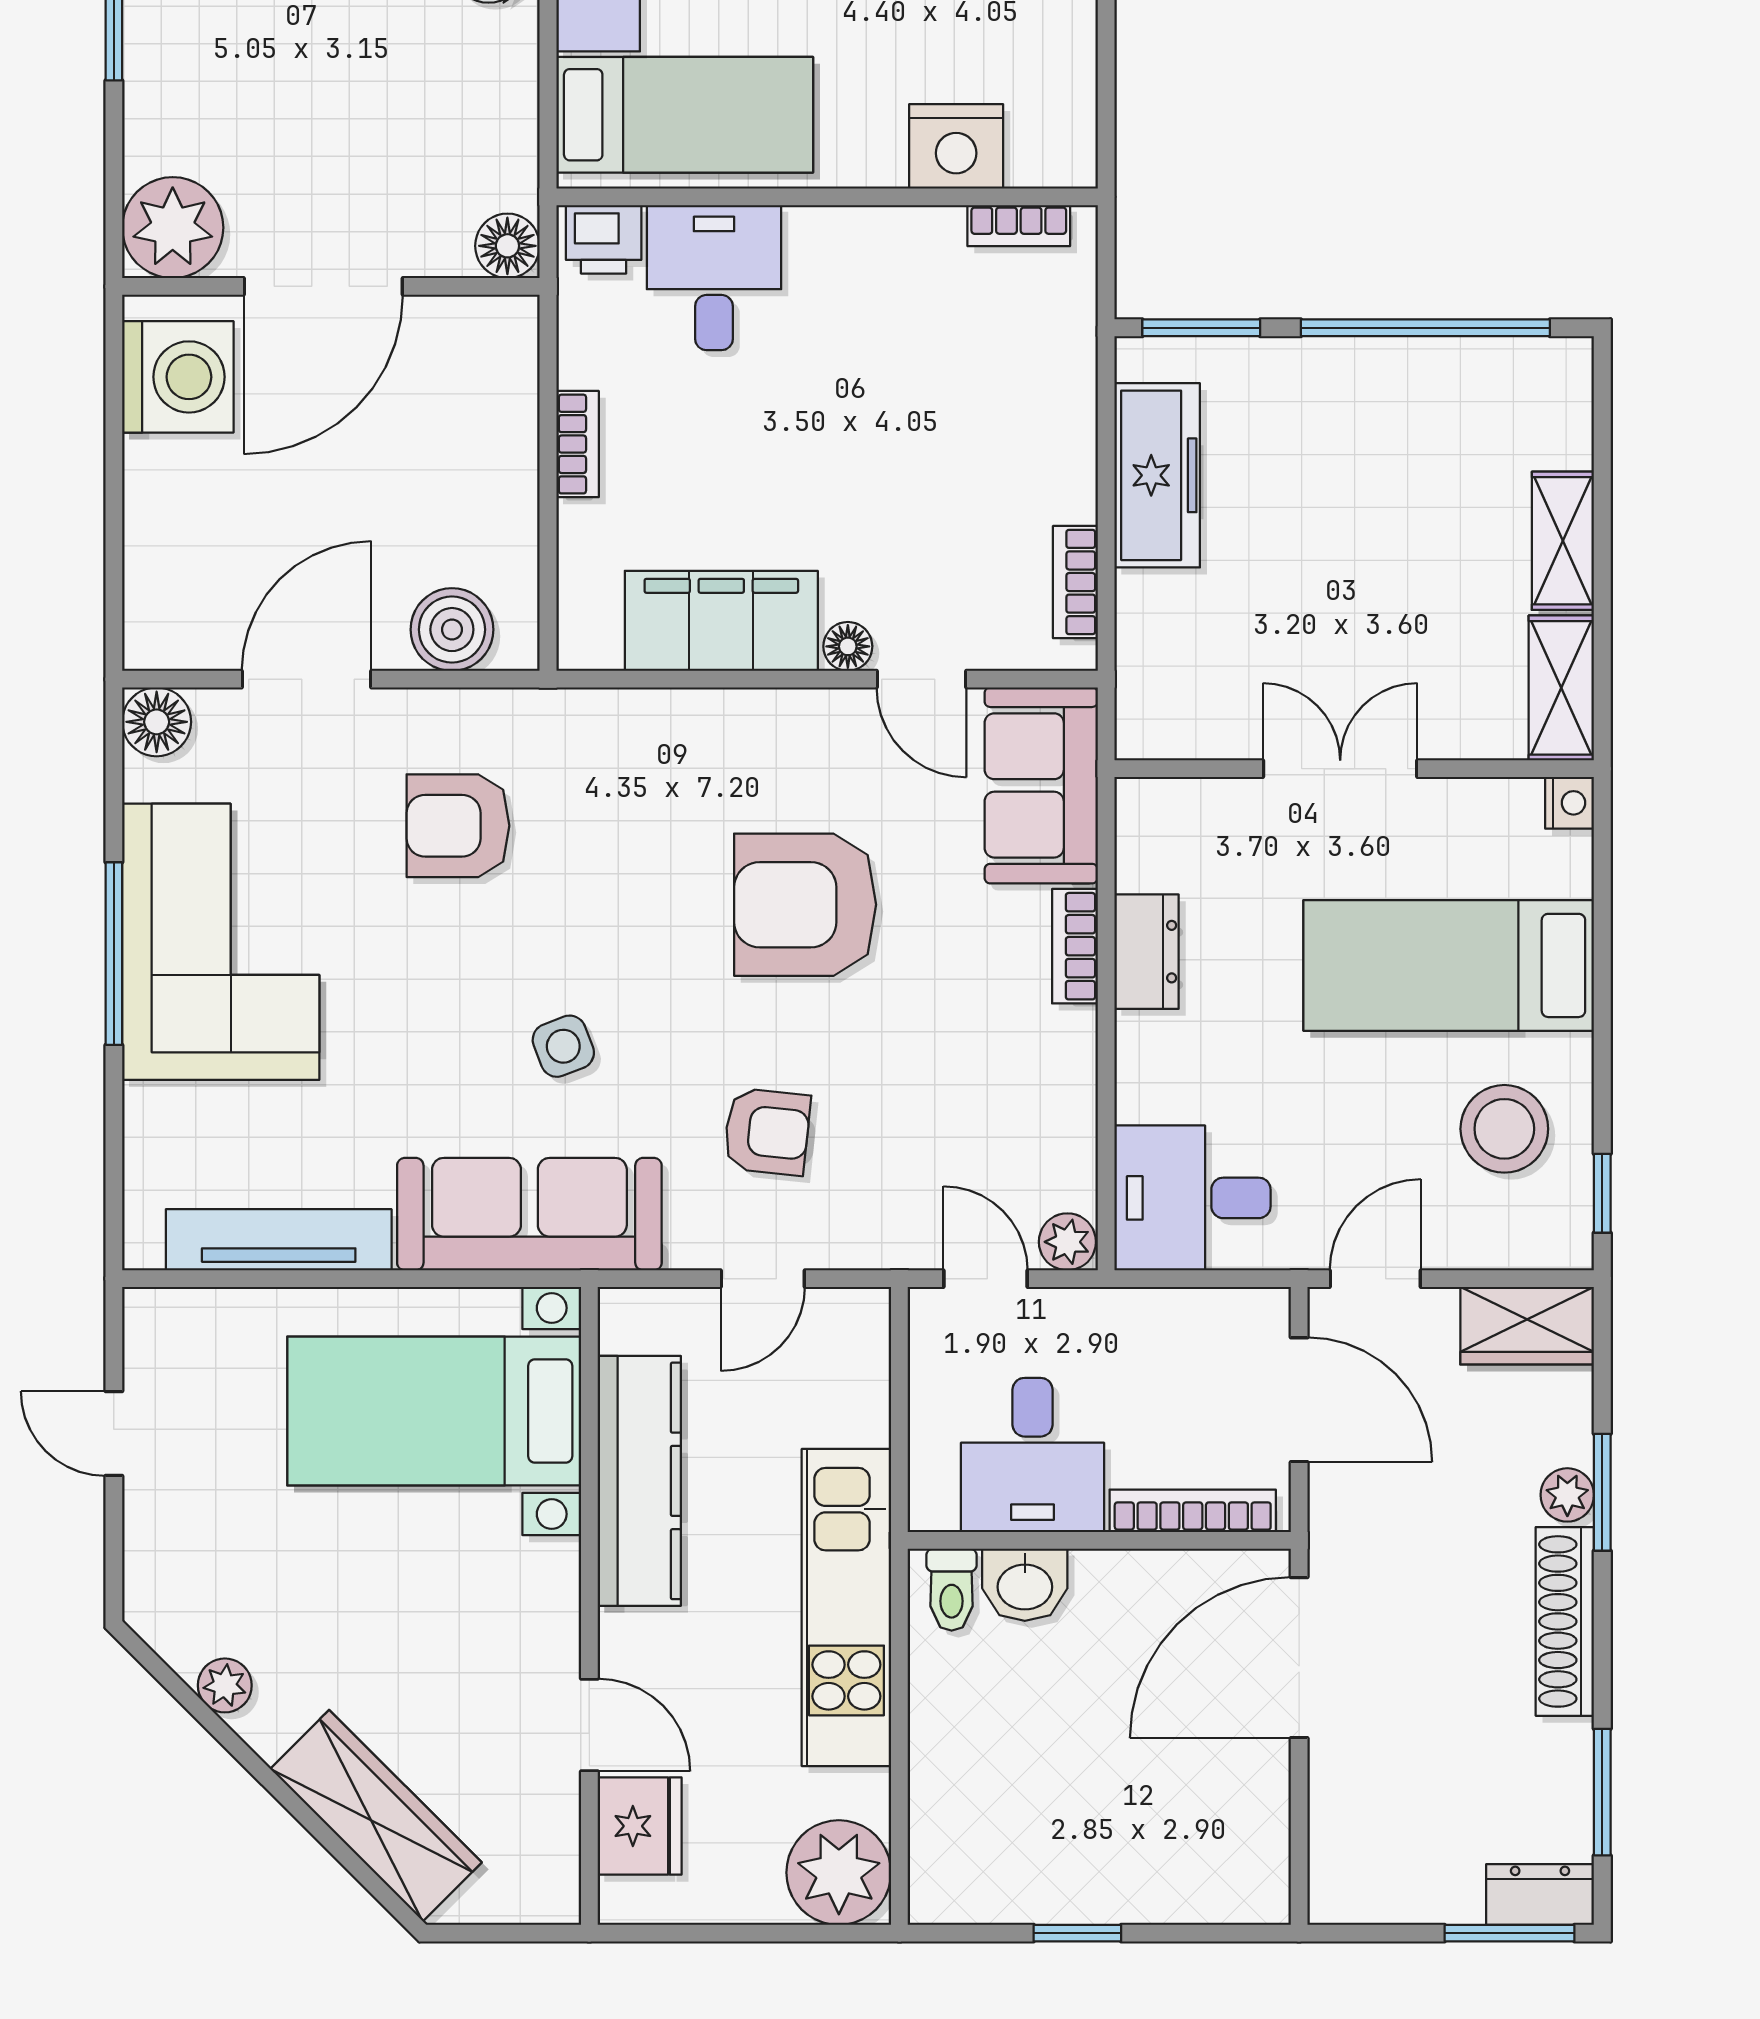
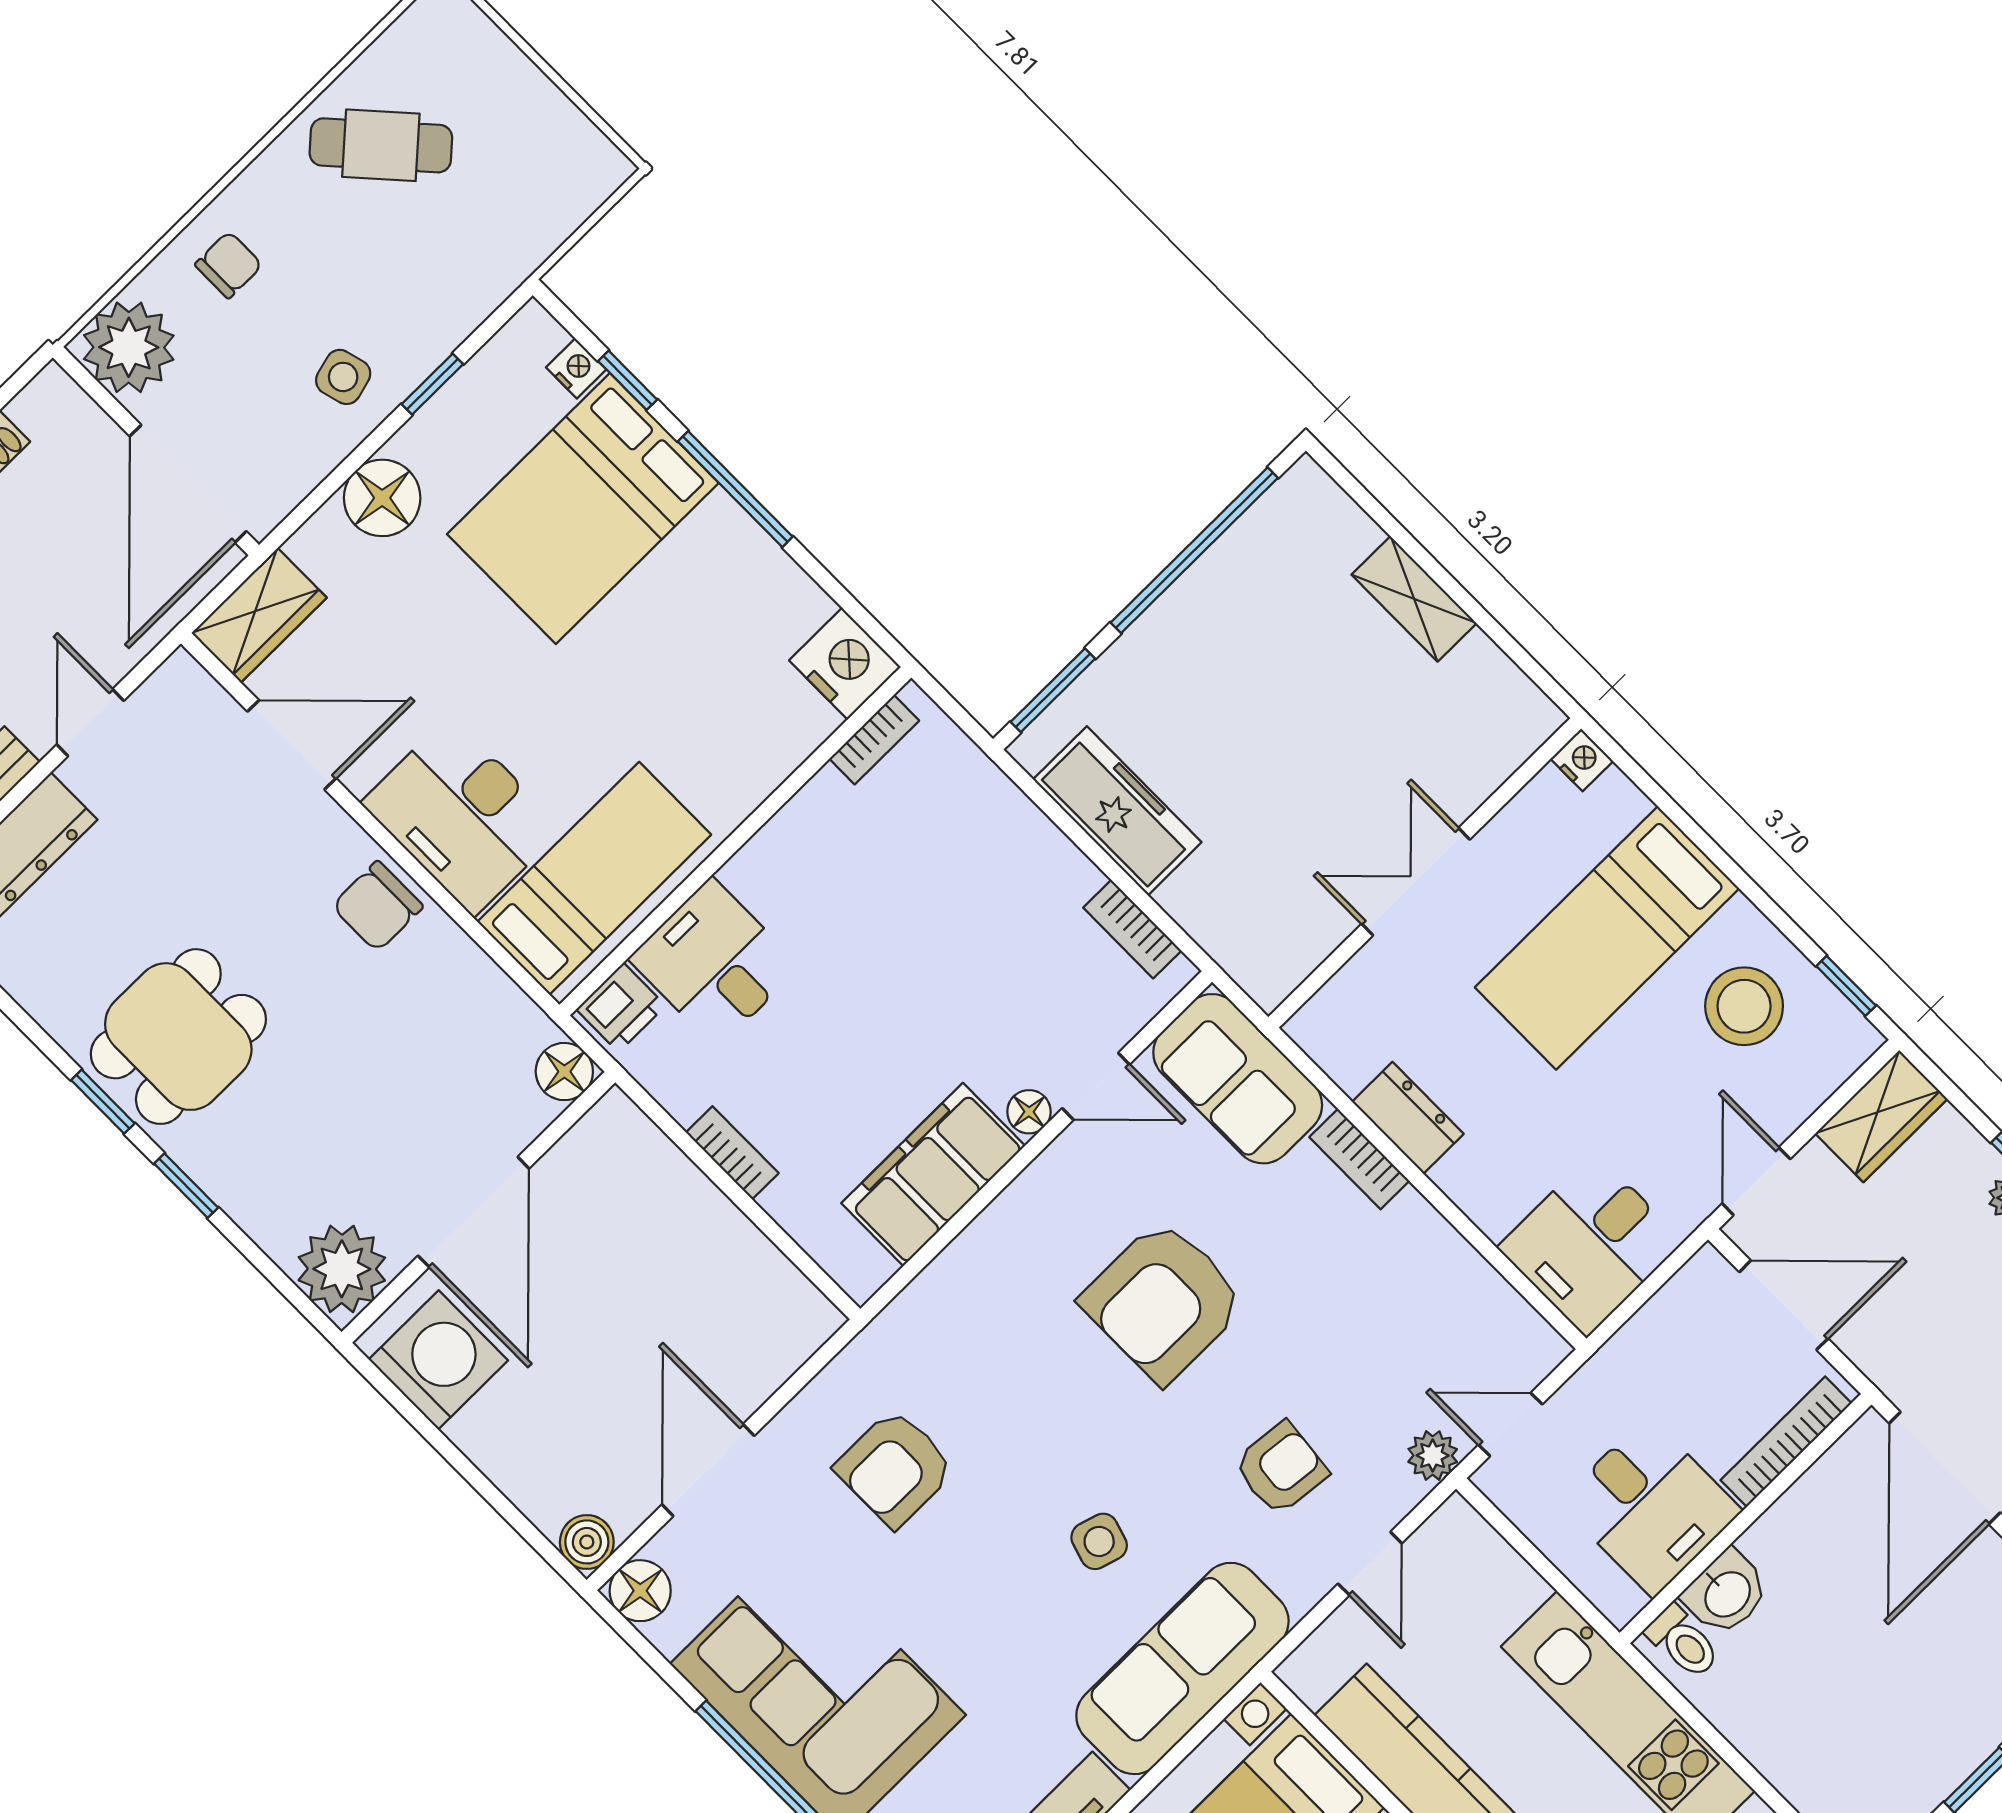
nightstand: (956, 146) -> (845, 664), moved, turned -90
boiler: (452, 630) -> (587, 1542), moved, width x0.73, depth x0.73
shelving: (1561, 688) -> (1505, 693), removed
side table: (563, 1046) -> (1099, 1541), turned 38
plant: (1067, 1242) -> (1433, 1456), moved

